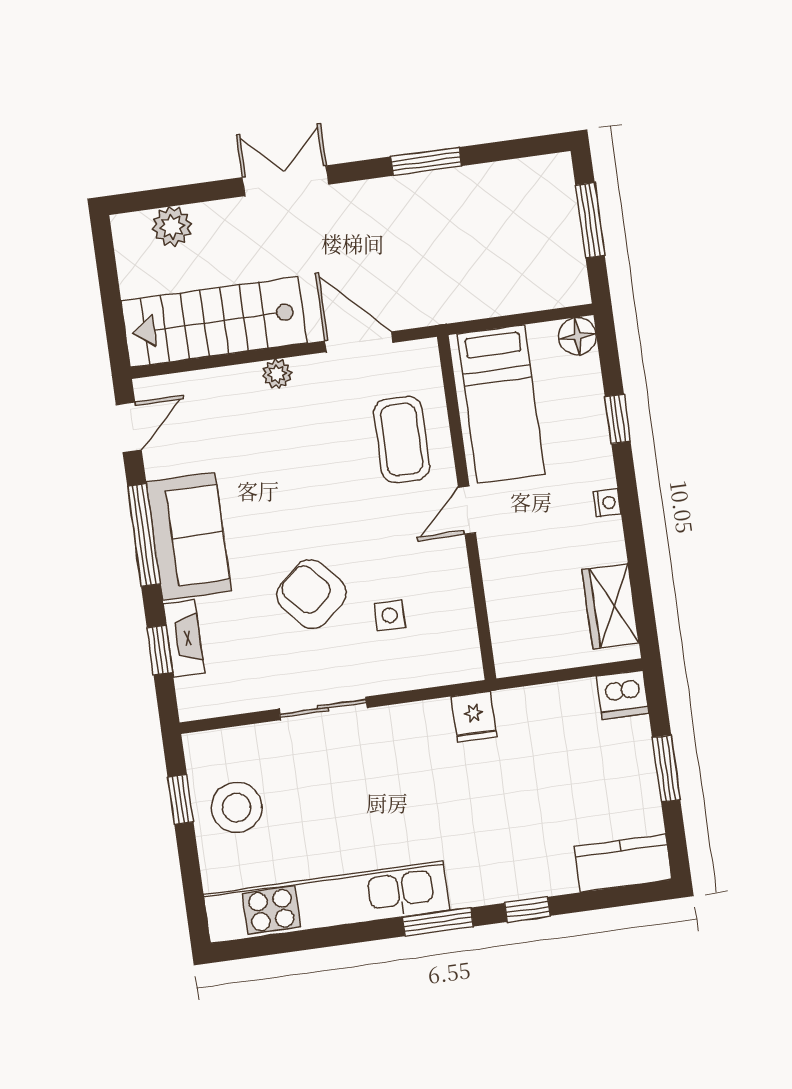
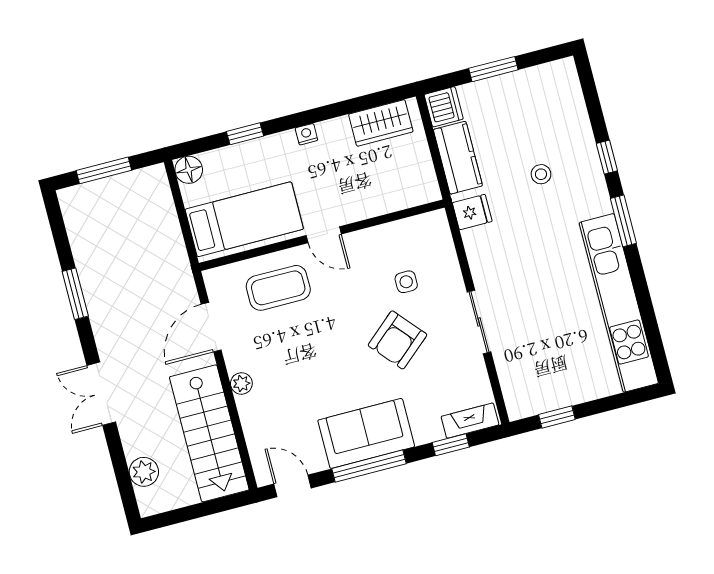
fireplace: (184, 638) -> (470, 421), moved
stool: (237, 808) -> (541, 174), moved, width x0.53, depth x0.53
kitchen counter: (623, 863) -> (458, 158), moved, turned 180

